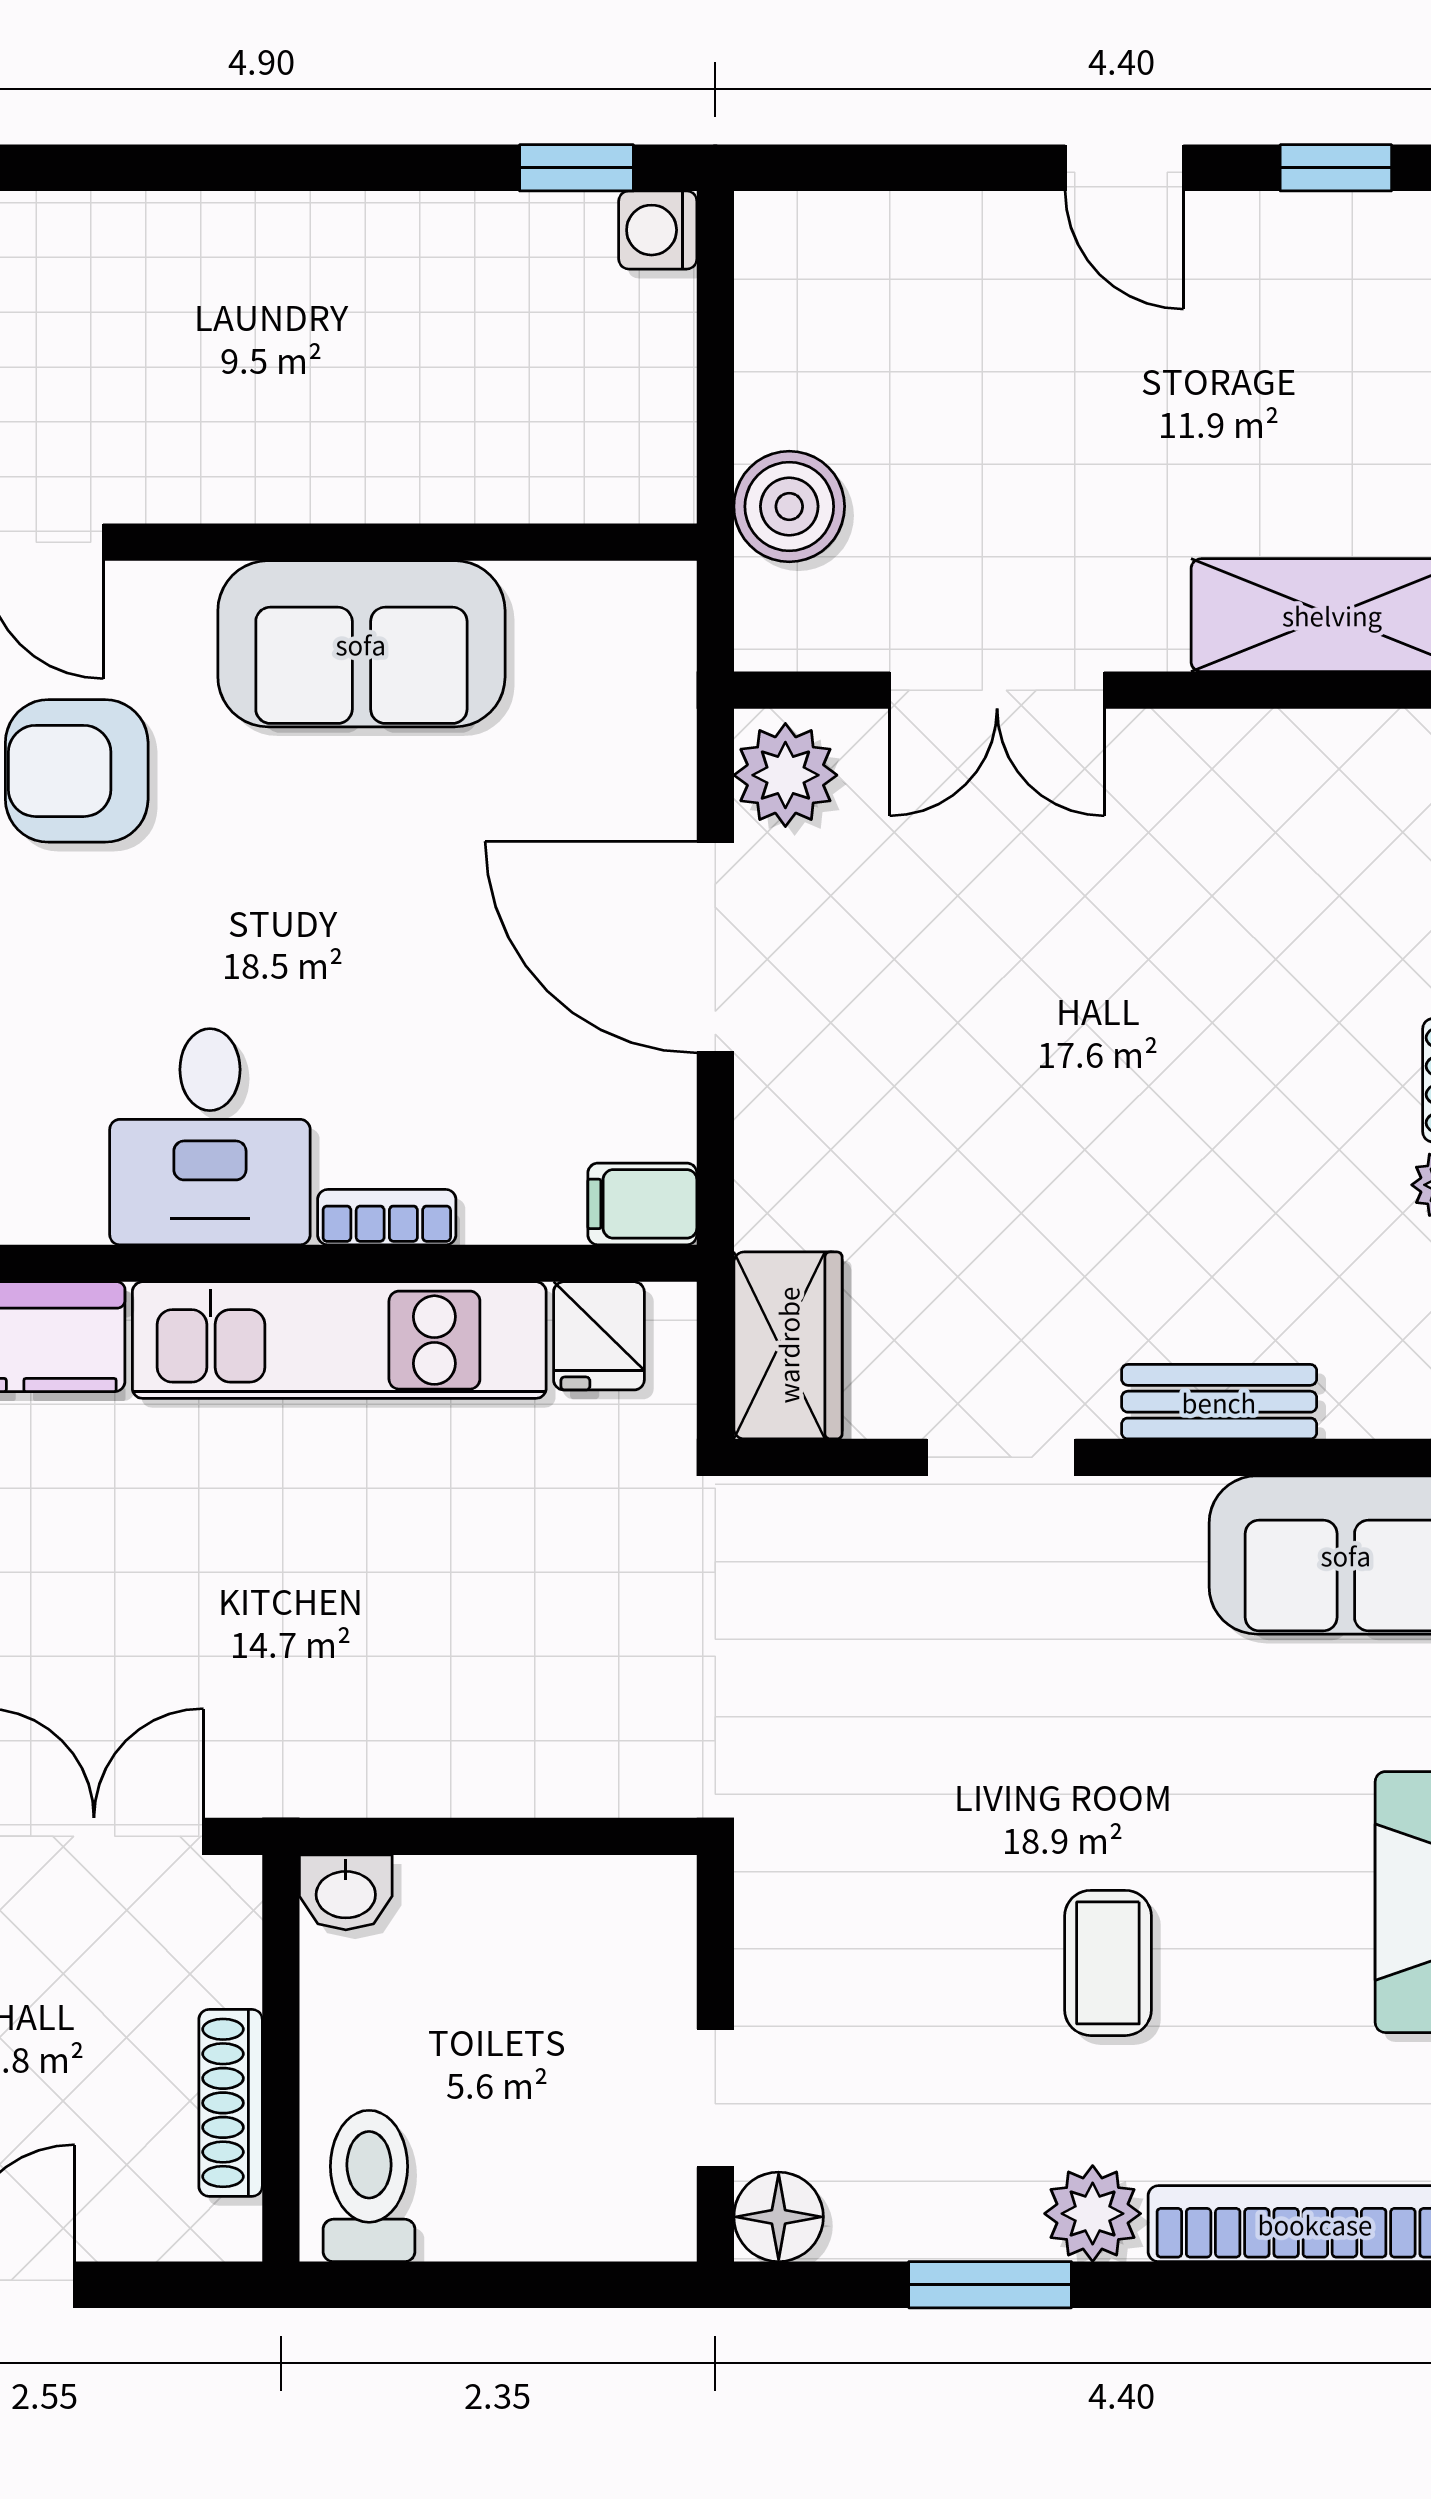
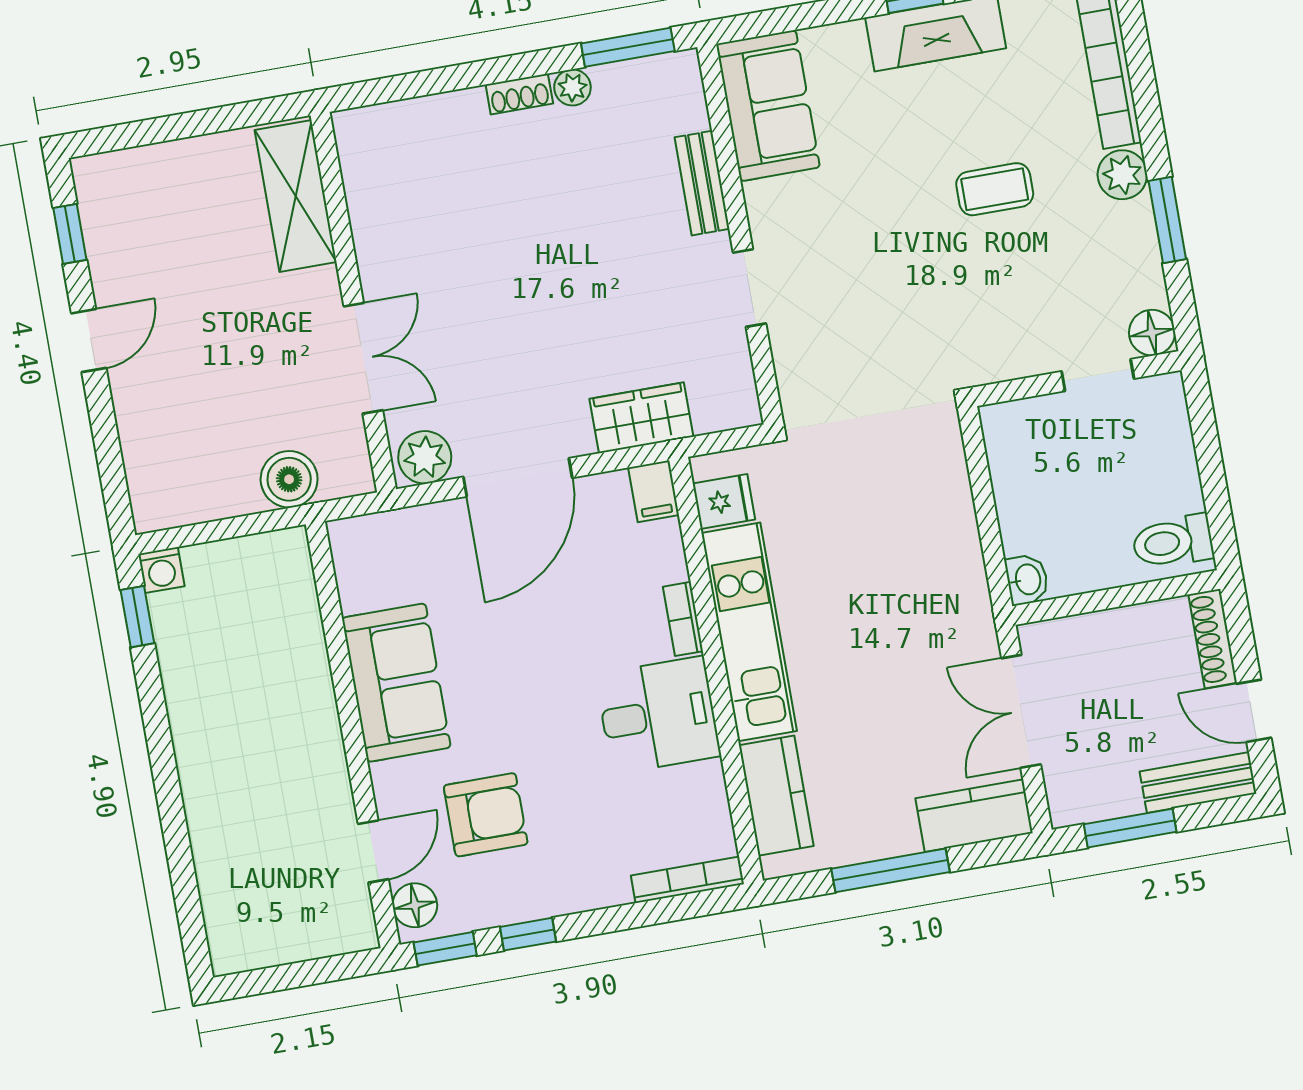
armchair: (77, 771) -> (486, 815), turned -90
wardrobe: (788, 1345) -> (641, 418), moved
shoe rack: (231, 2103) -> (1213, 639), moved, turned 90

